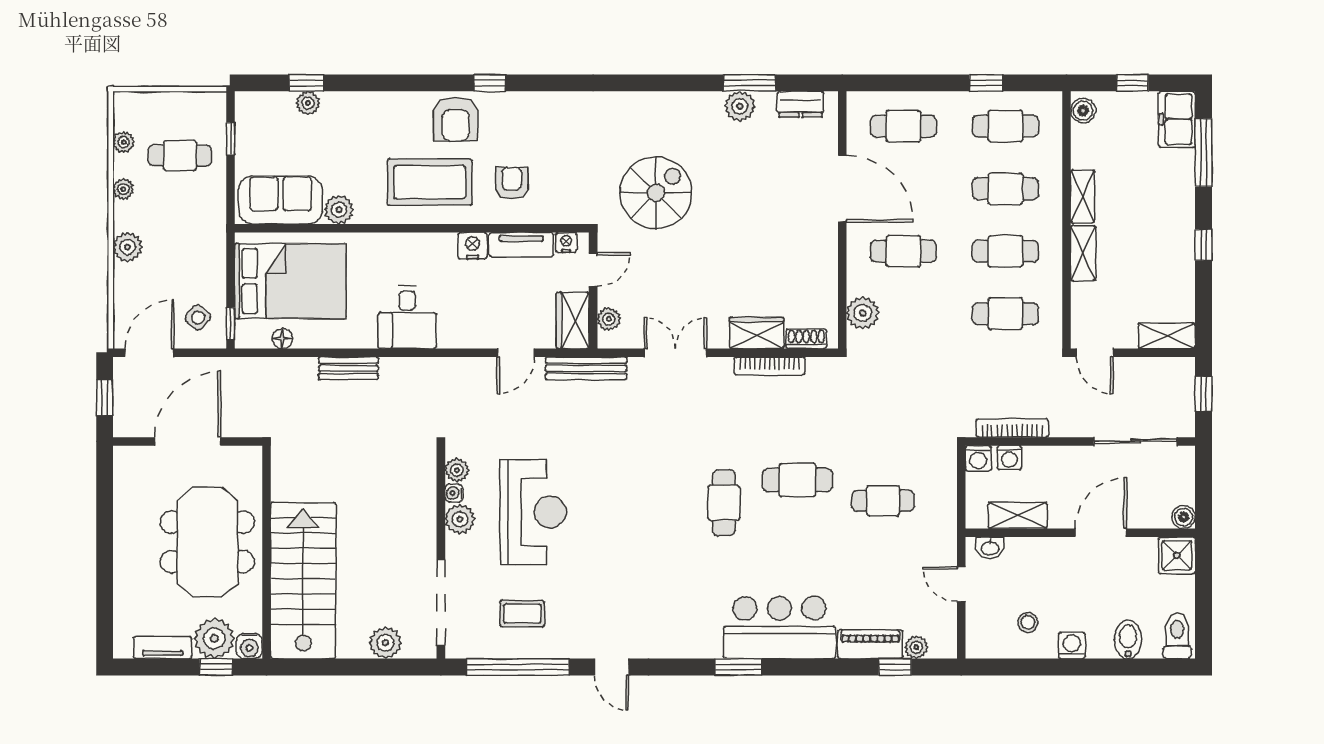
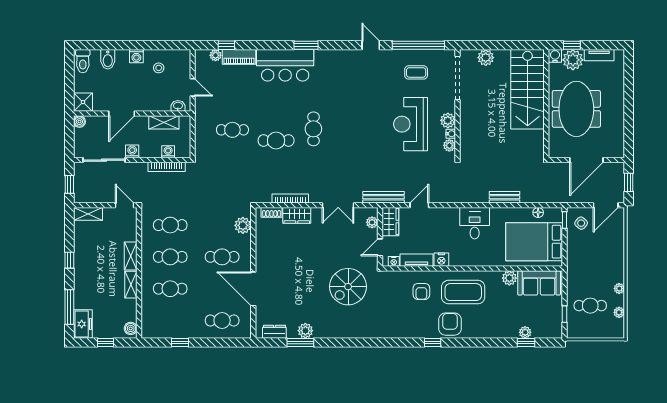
cafe table: (1005, 126) -> (170, 320), removed
plant: (128, 247) -> (617, 259), removed
washing machine: (978, 458) -> (132, 151), moved

